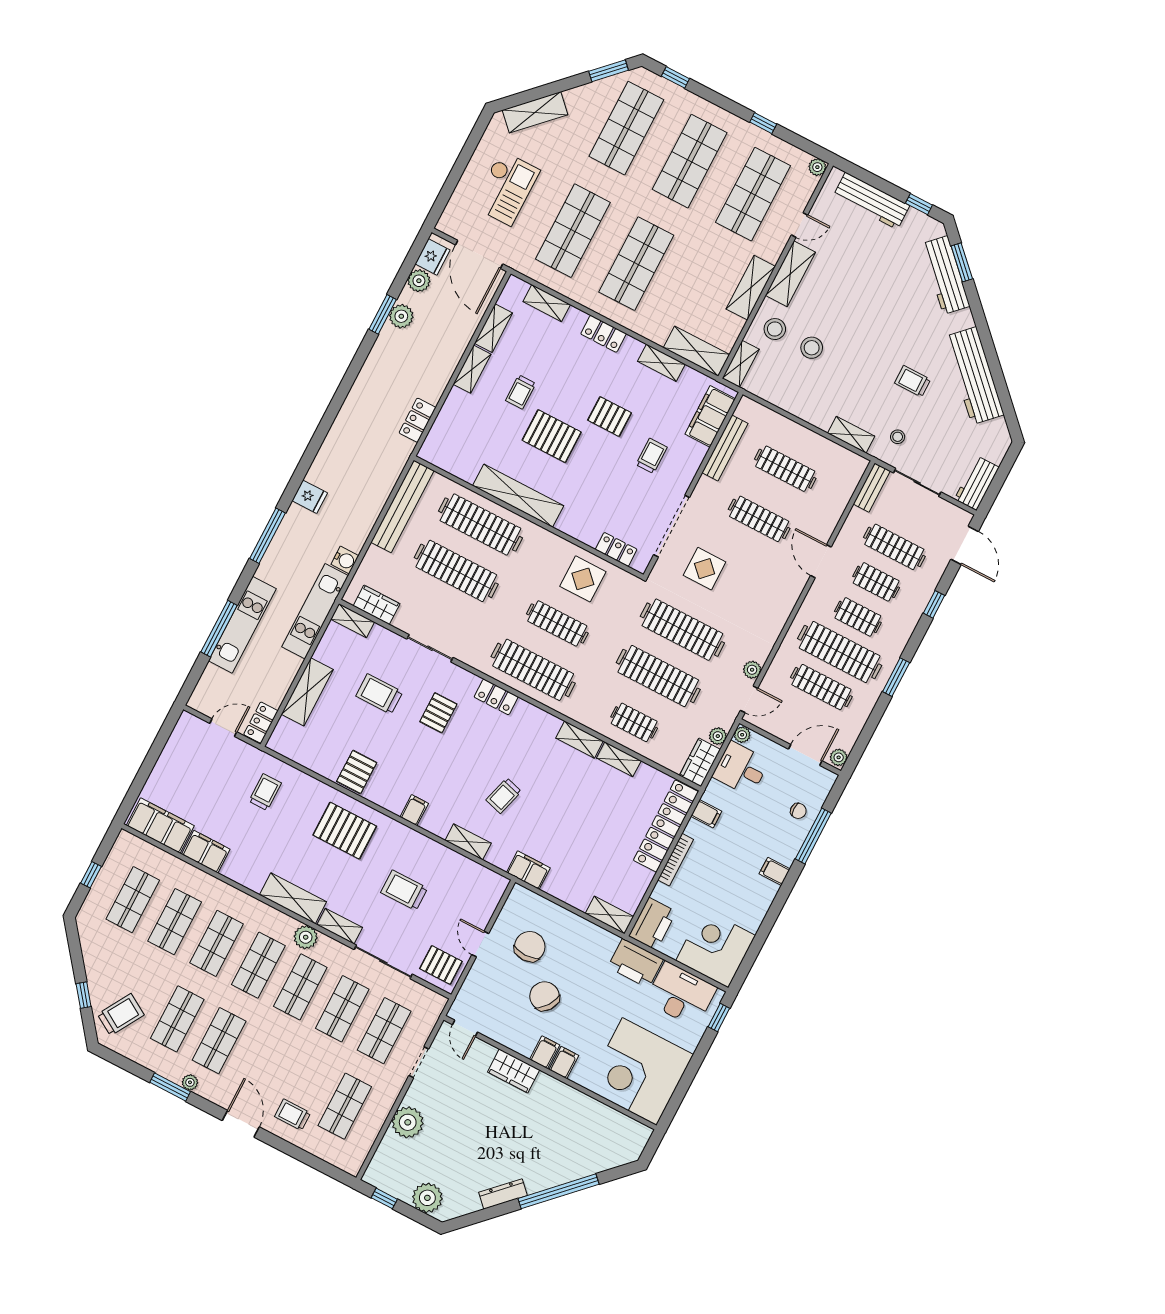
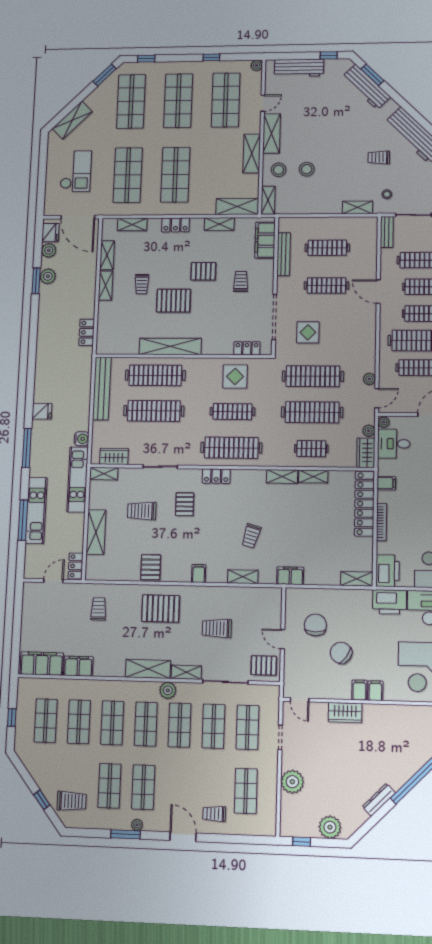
trolley: (121, 1015) -> (72, 801), turned 59

